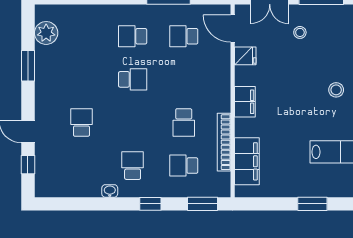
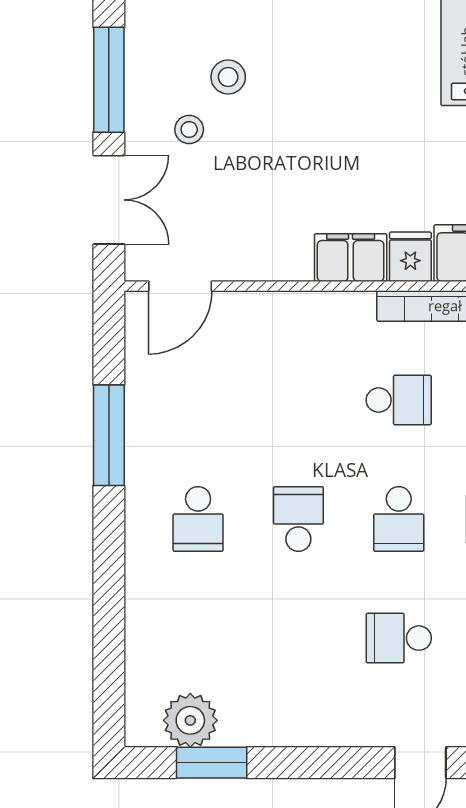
school desk: (184, 36) -> (399, 519), moved
fridge: (245, 56) -> (410, 257), moved
window: (28, 66) -> (212, 763), moved
stool: (336, 90) -> (228, 77), moved

